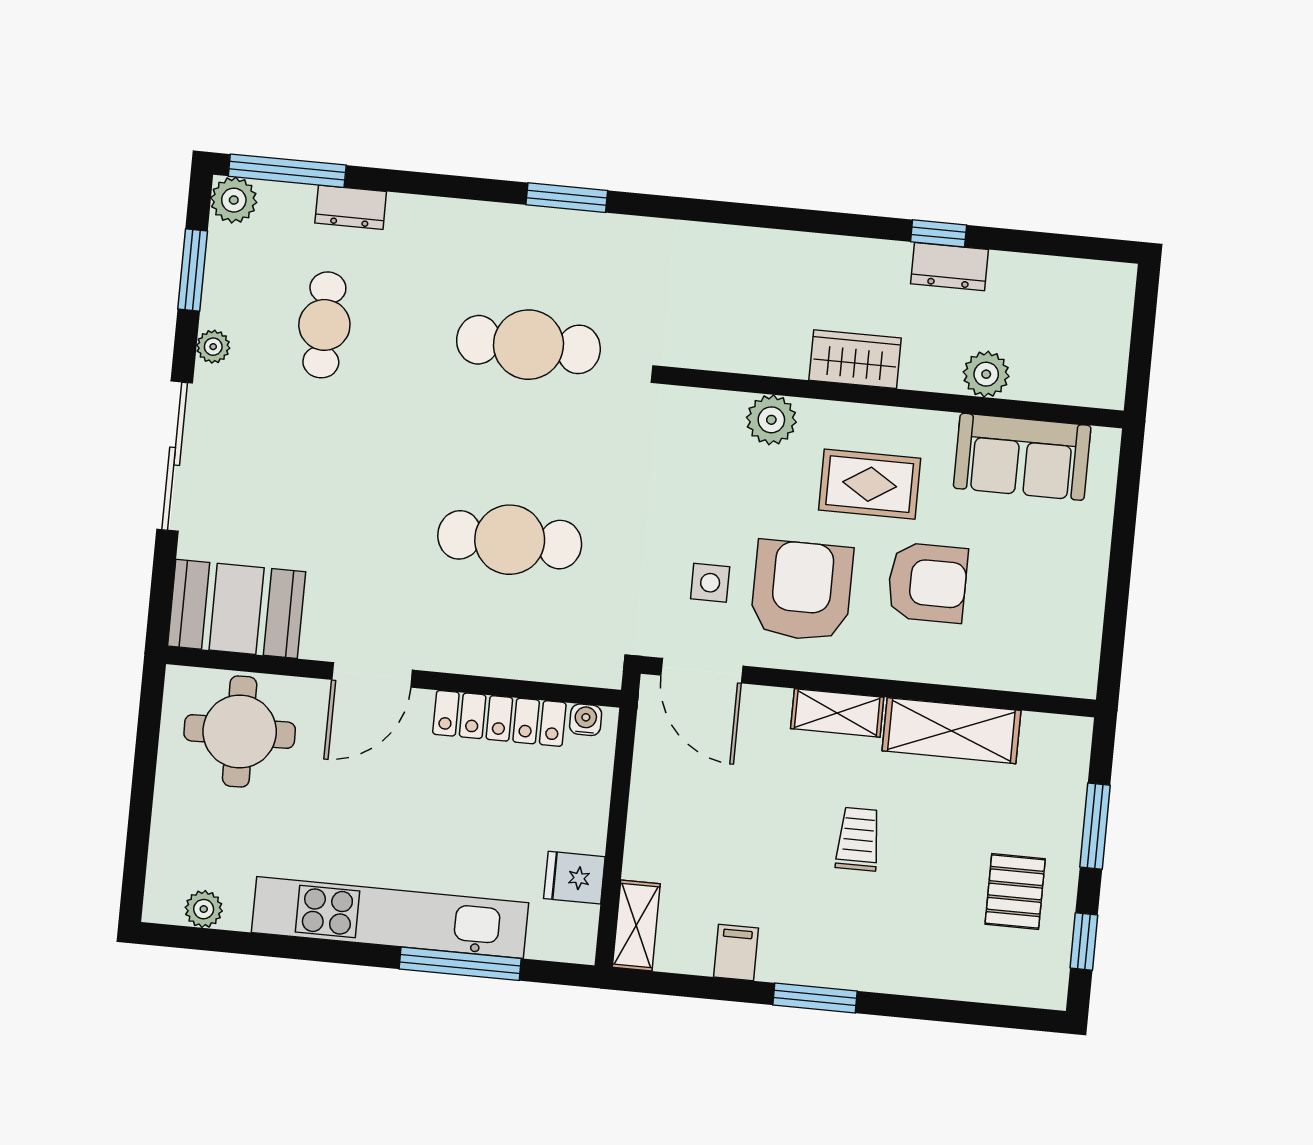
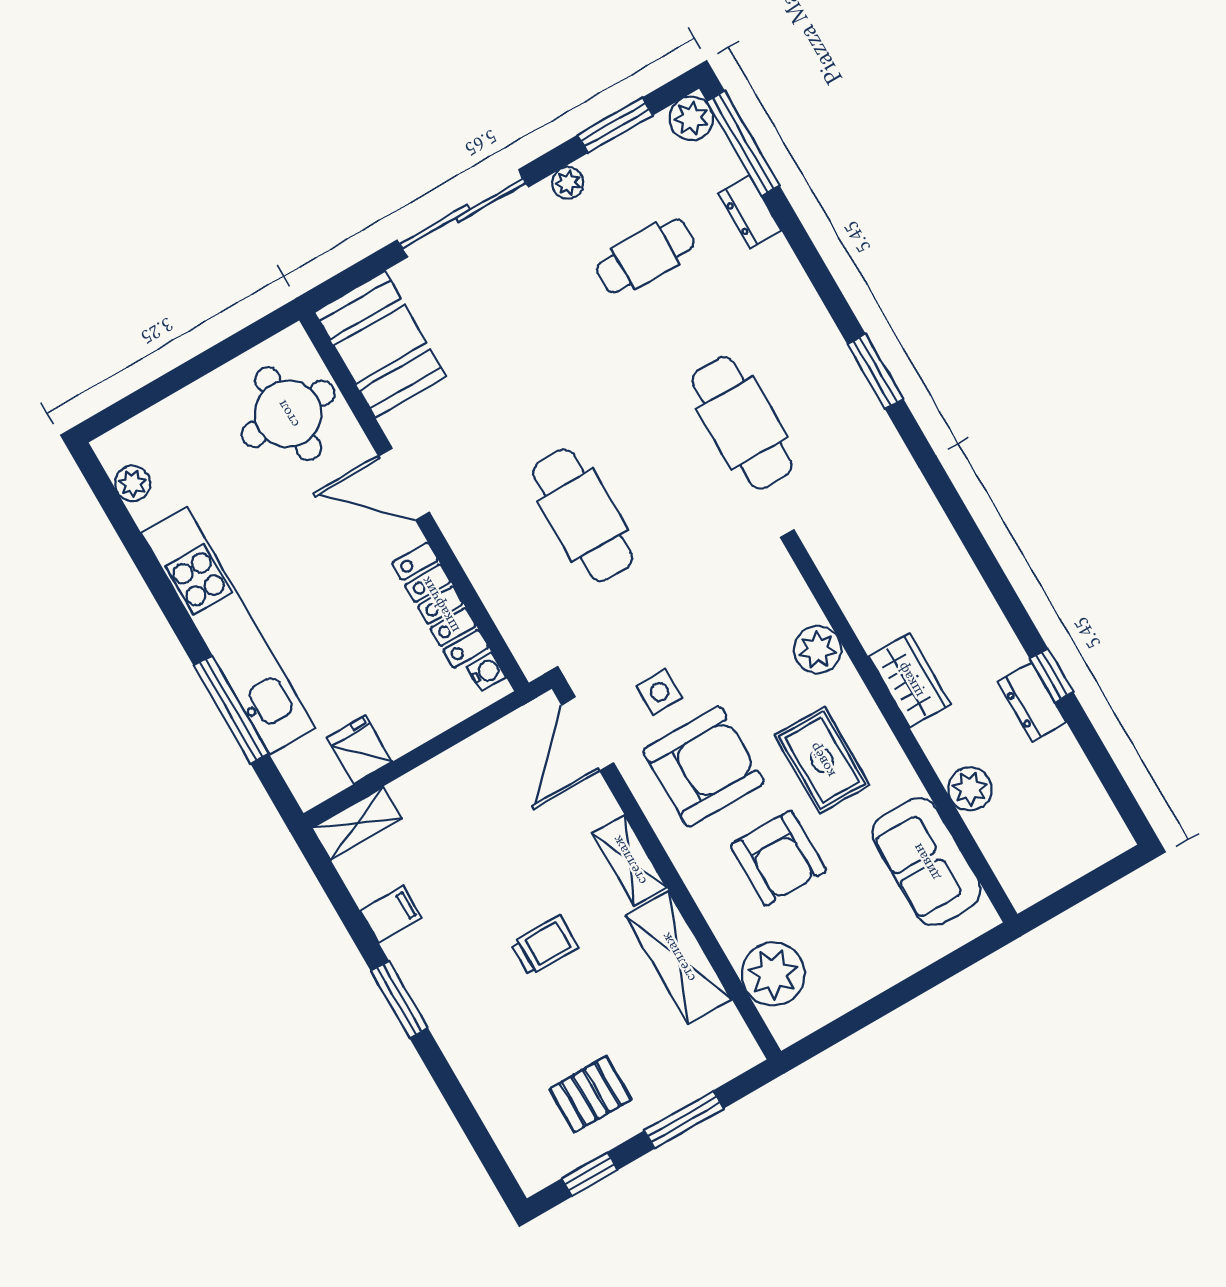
plant: (1024, 659) -> (773, 974), added

